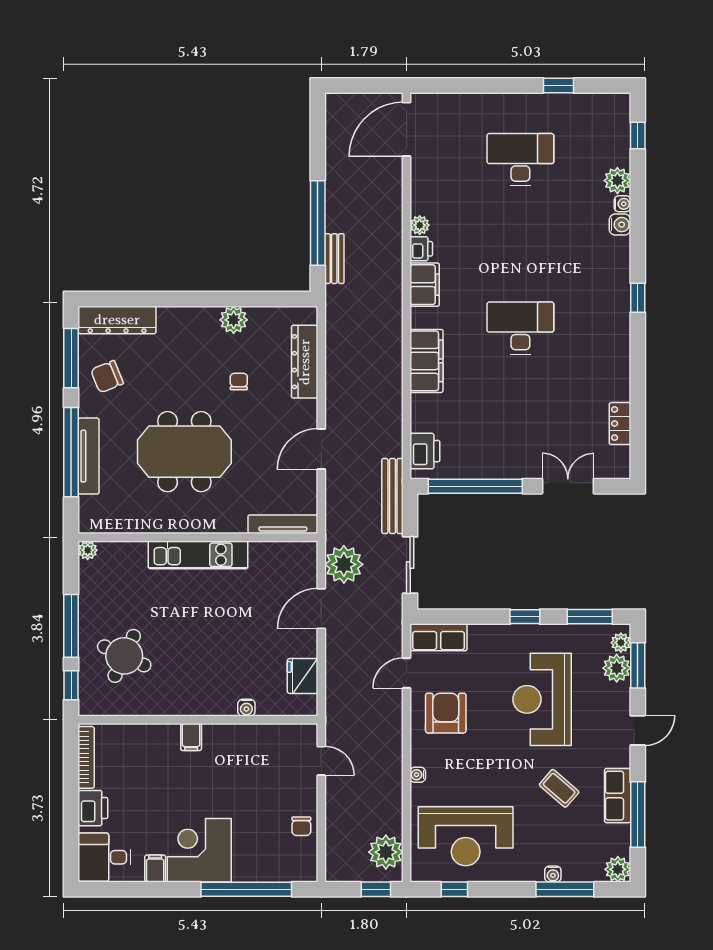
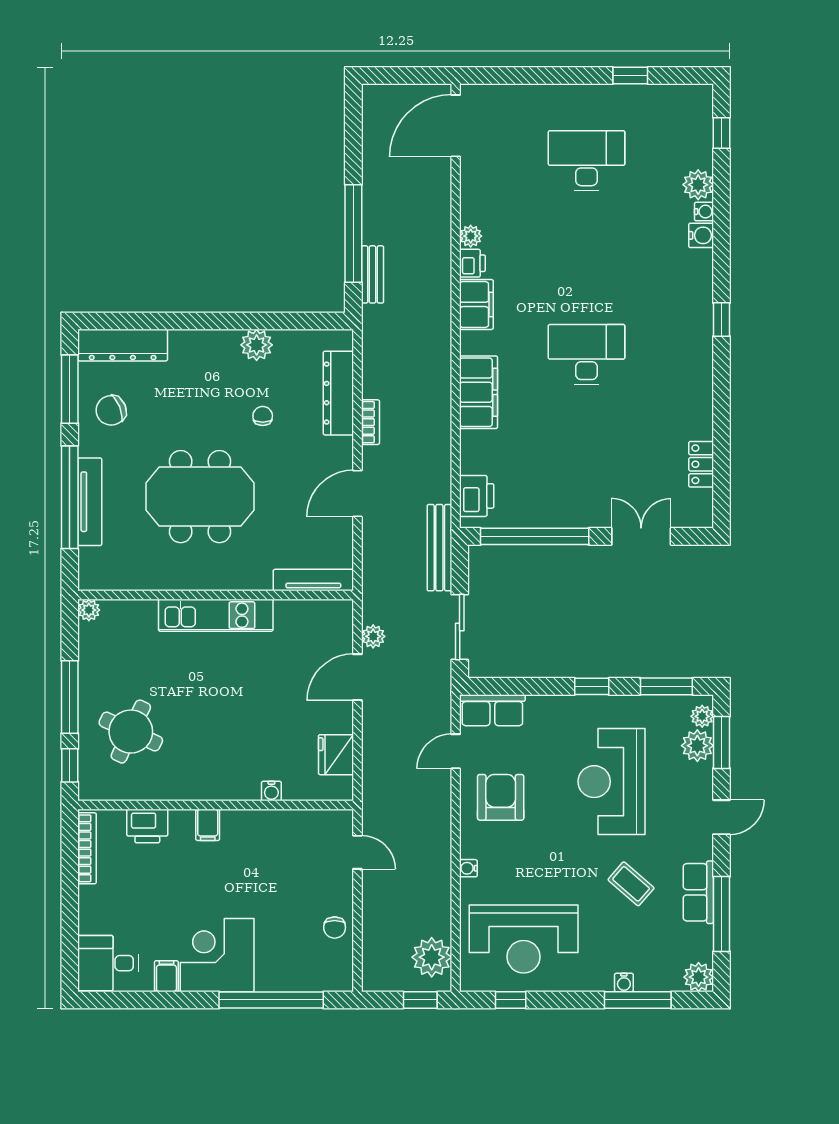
bookcase: (333, 387) -> (370, 422), added
plant: (344, 564) -> (373, 636), width x0.53, depth x0.53
printer: (93, 808) -> (147, 826), moved, turned 90

